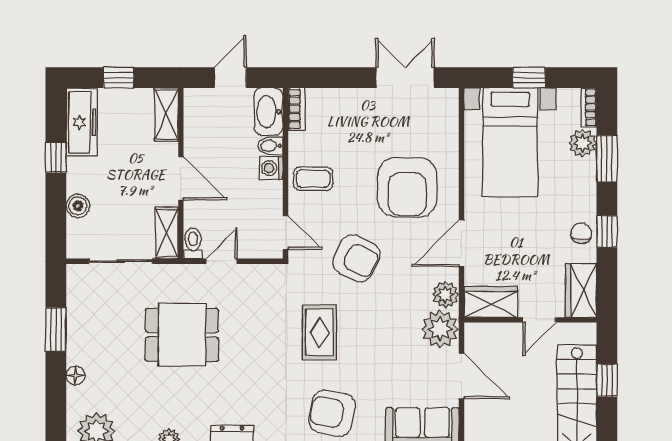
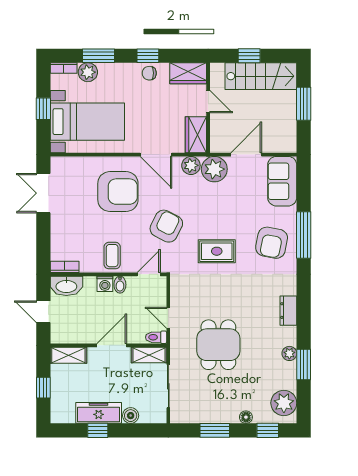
freezer: (82, 122) -> (99, 413), moved
bidet: (270, 146) -> (120, 285), moved
window: (56, 408) -> (268, 430), added

